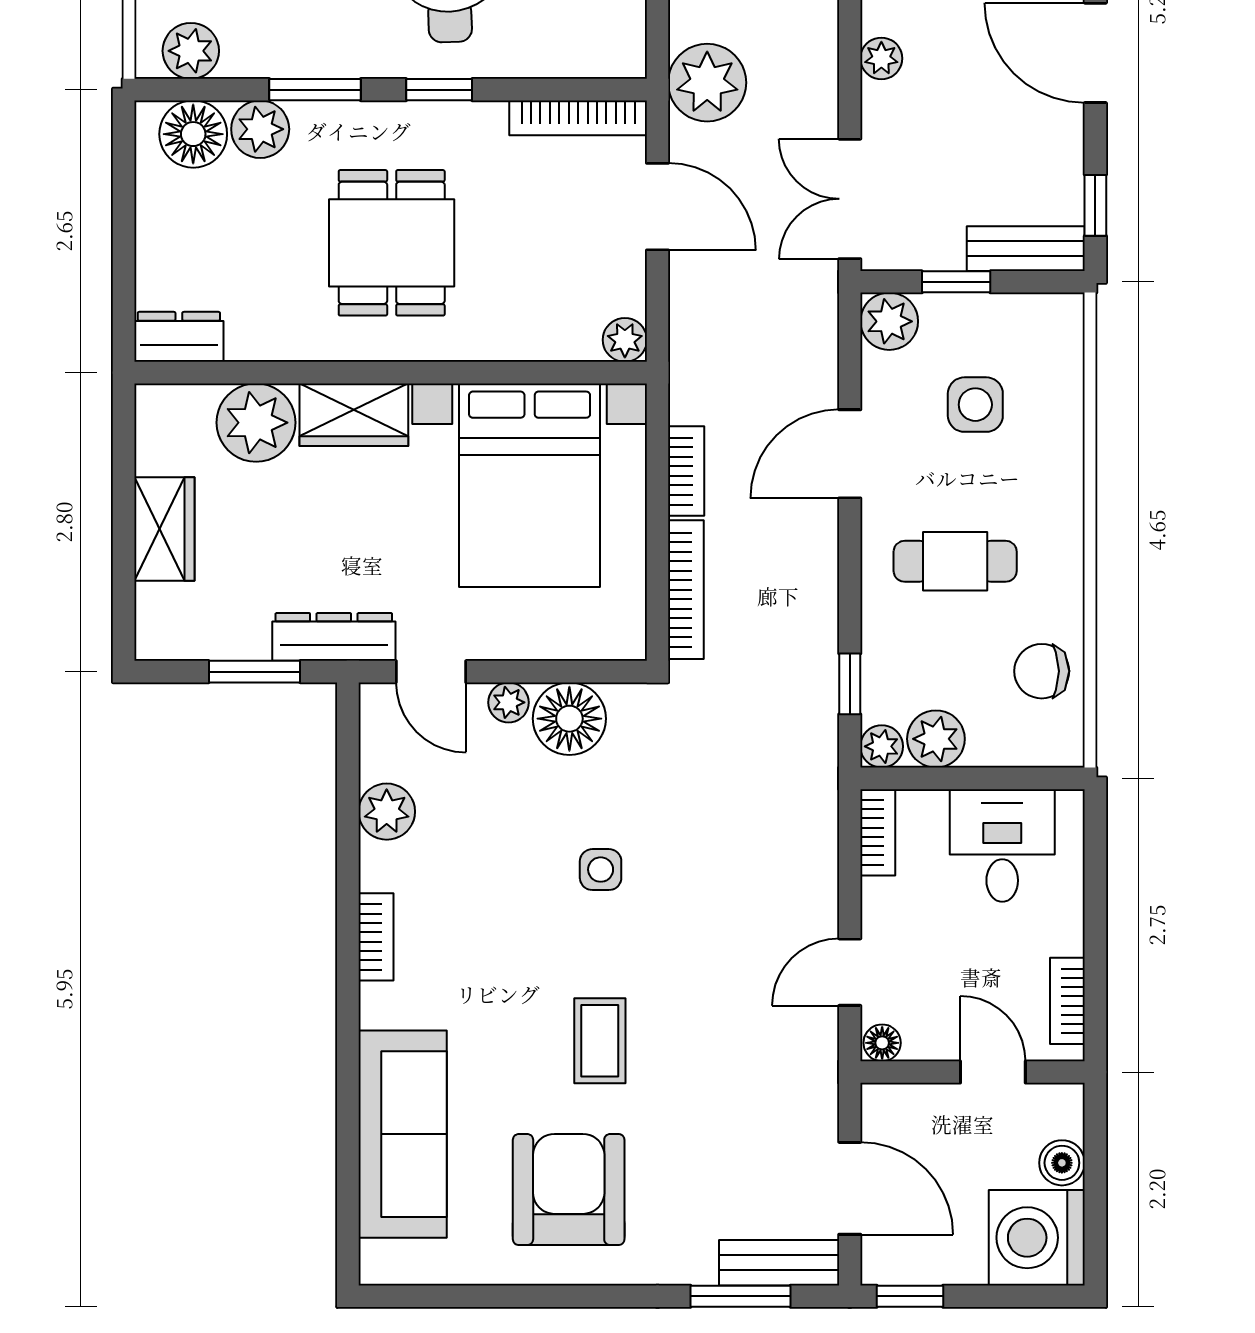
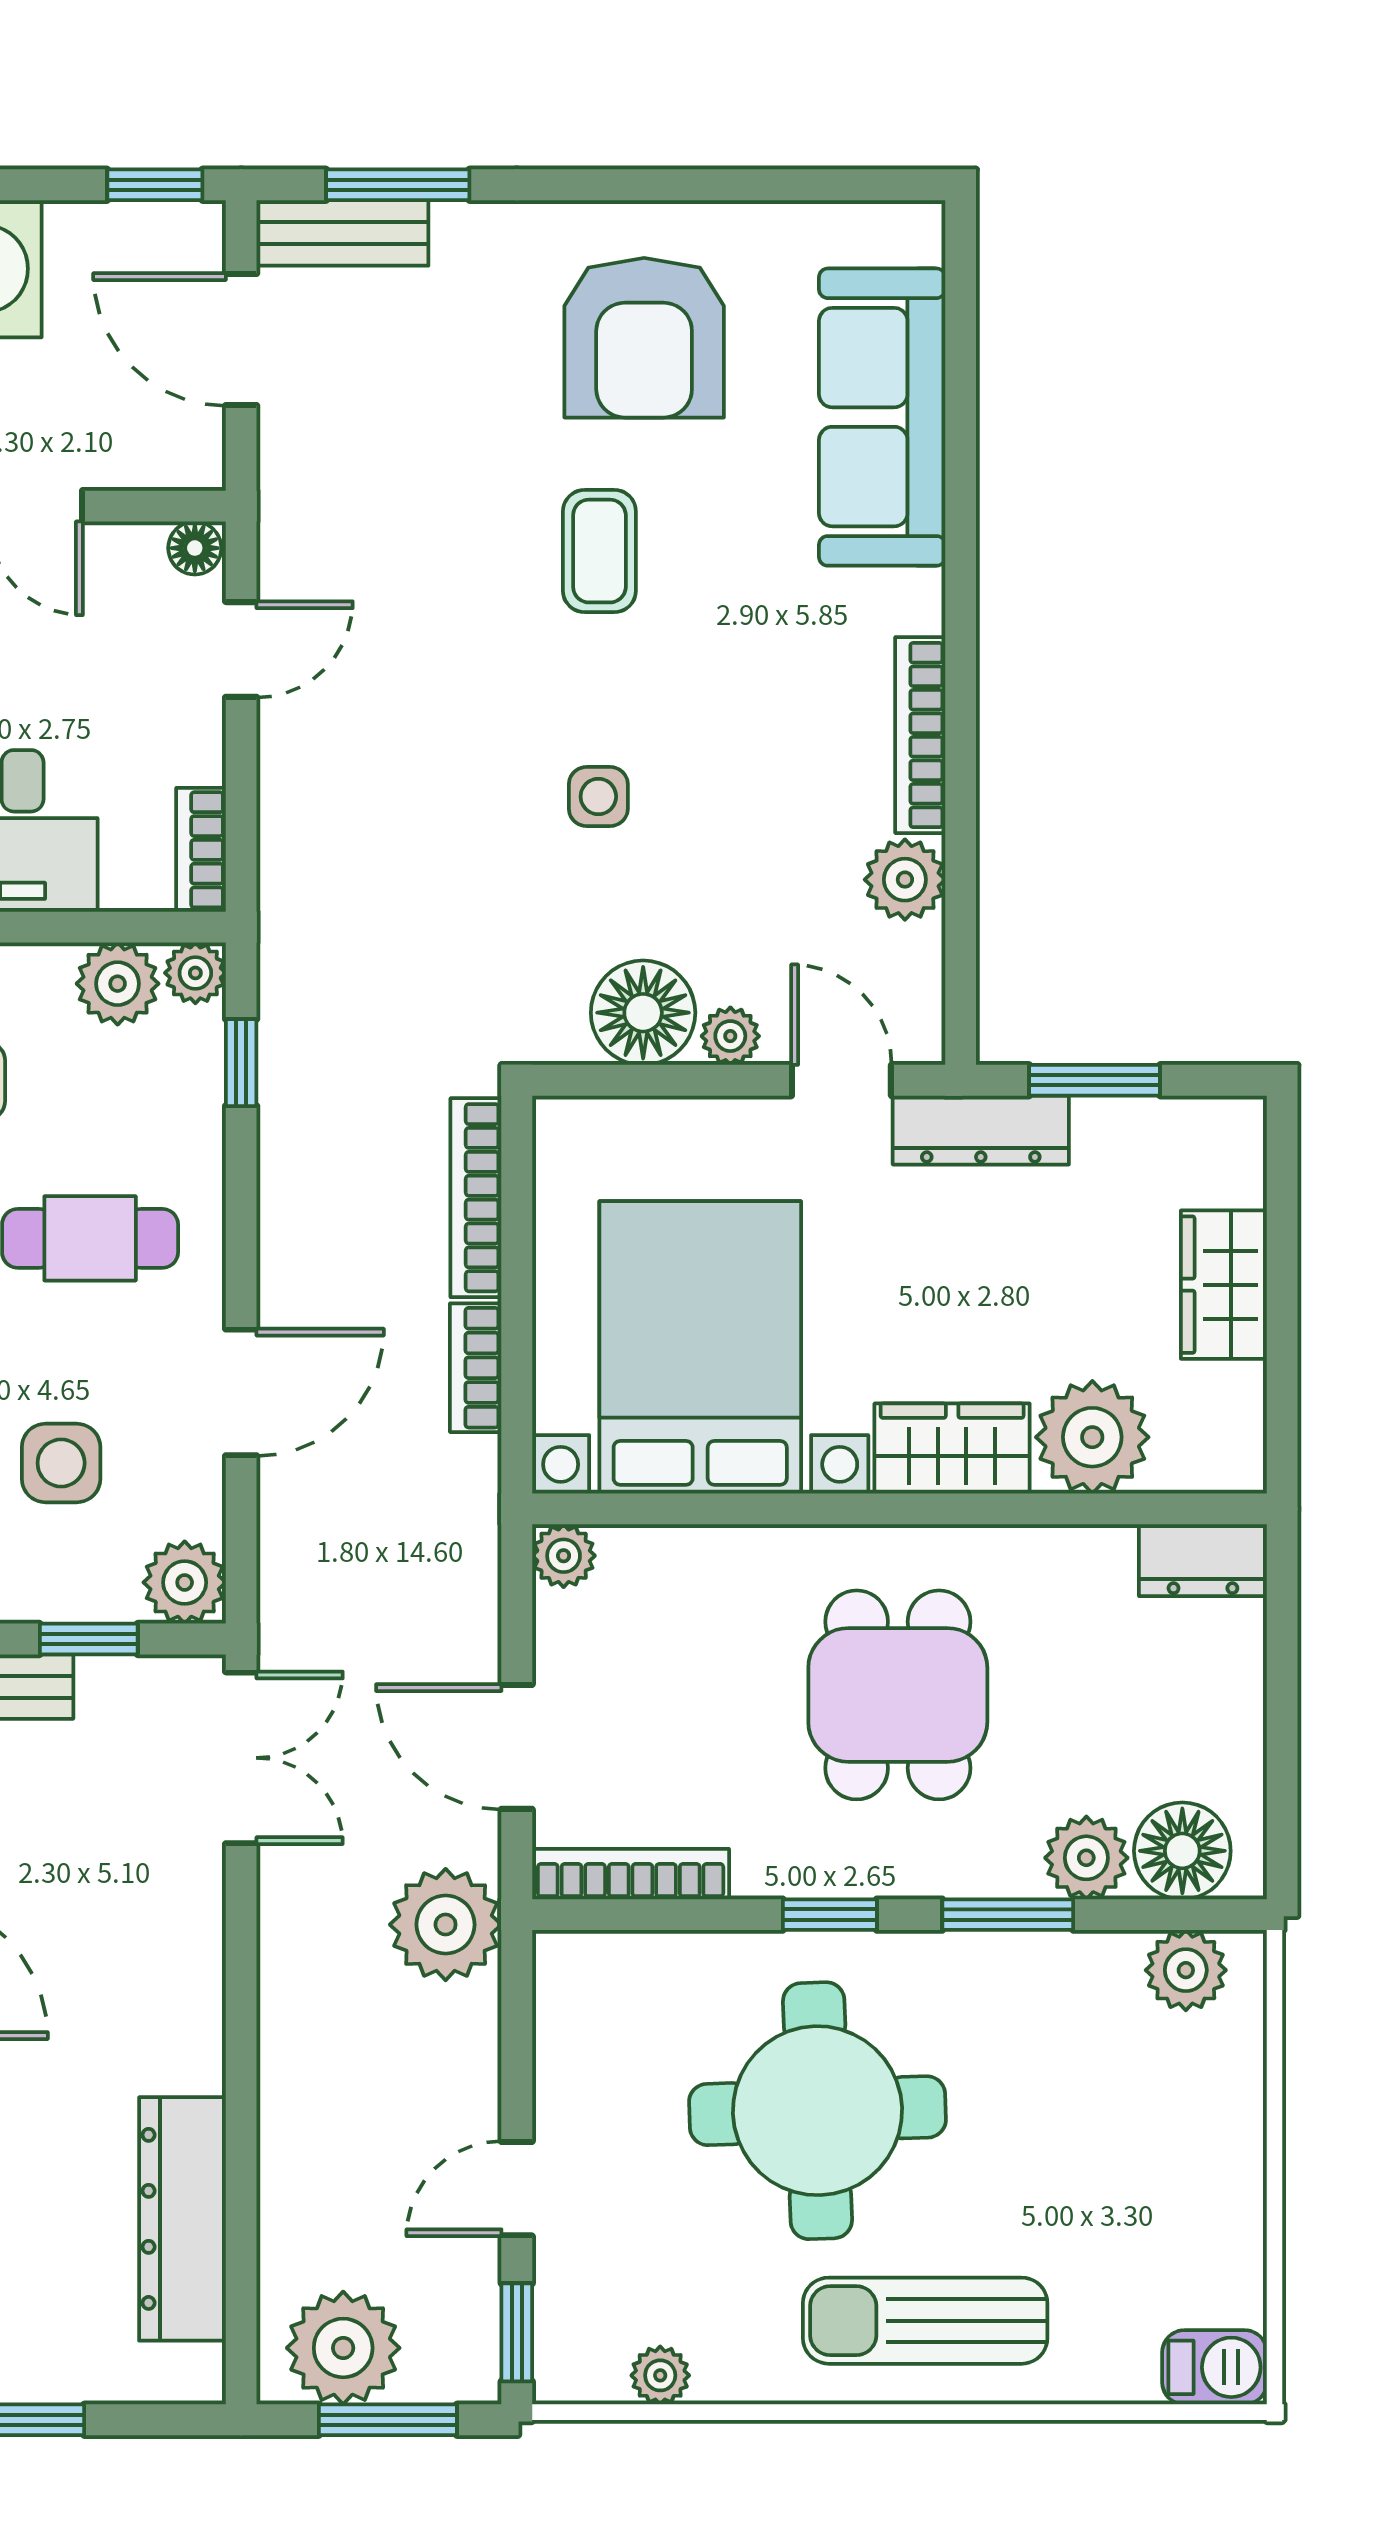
plant: (881, 58) -> (196, 1959), removed
bookcase: (376, 937) -> (920, 735), width x1.56

